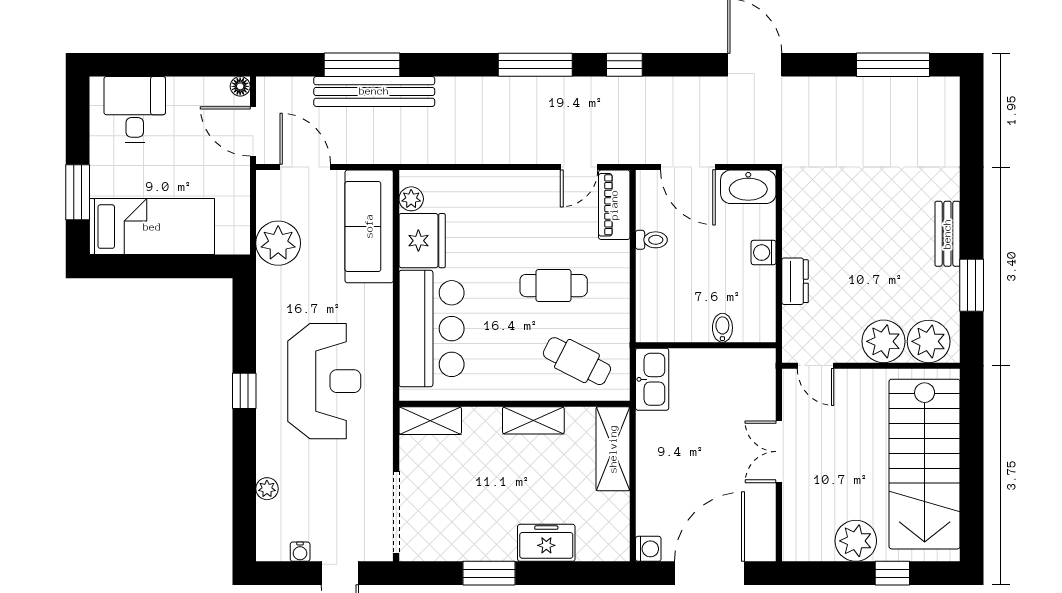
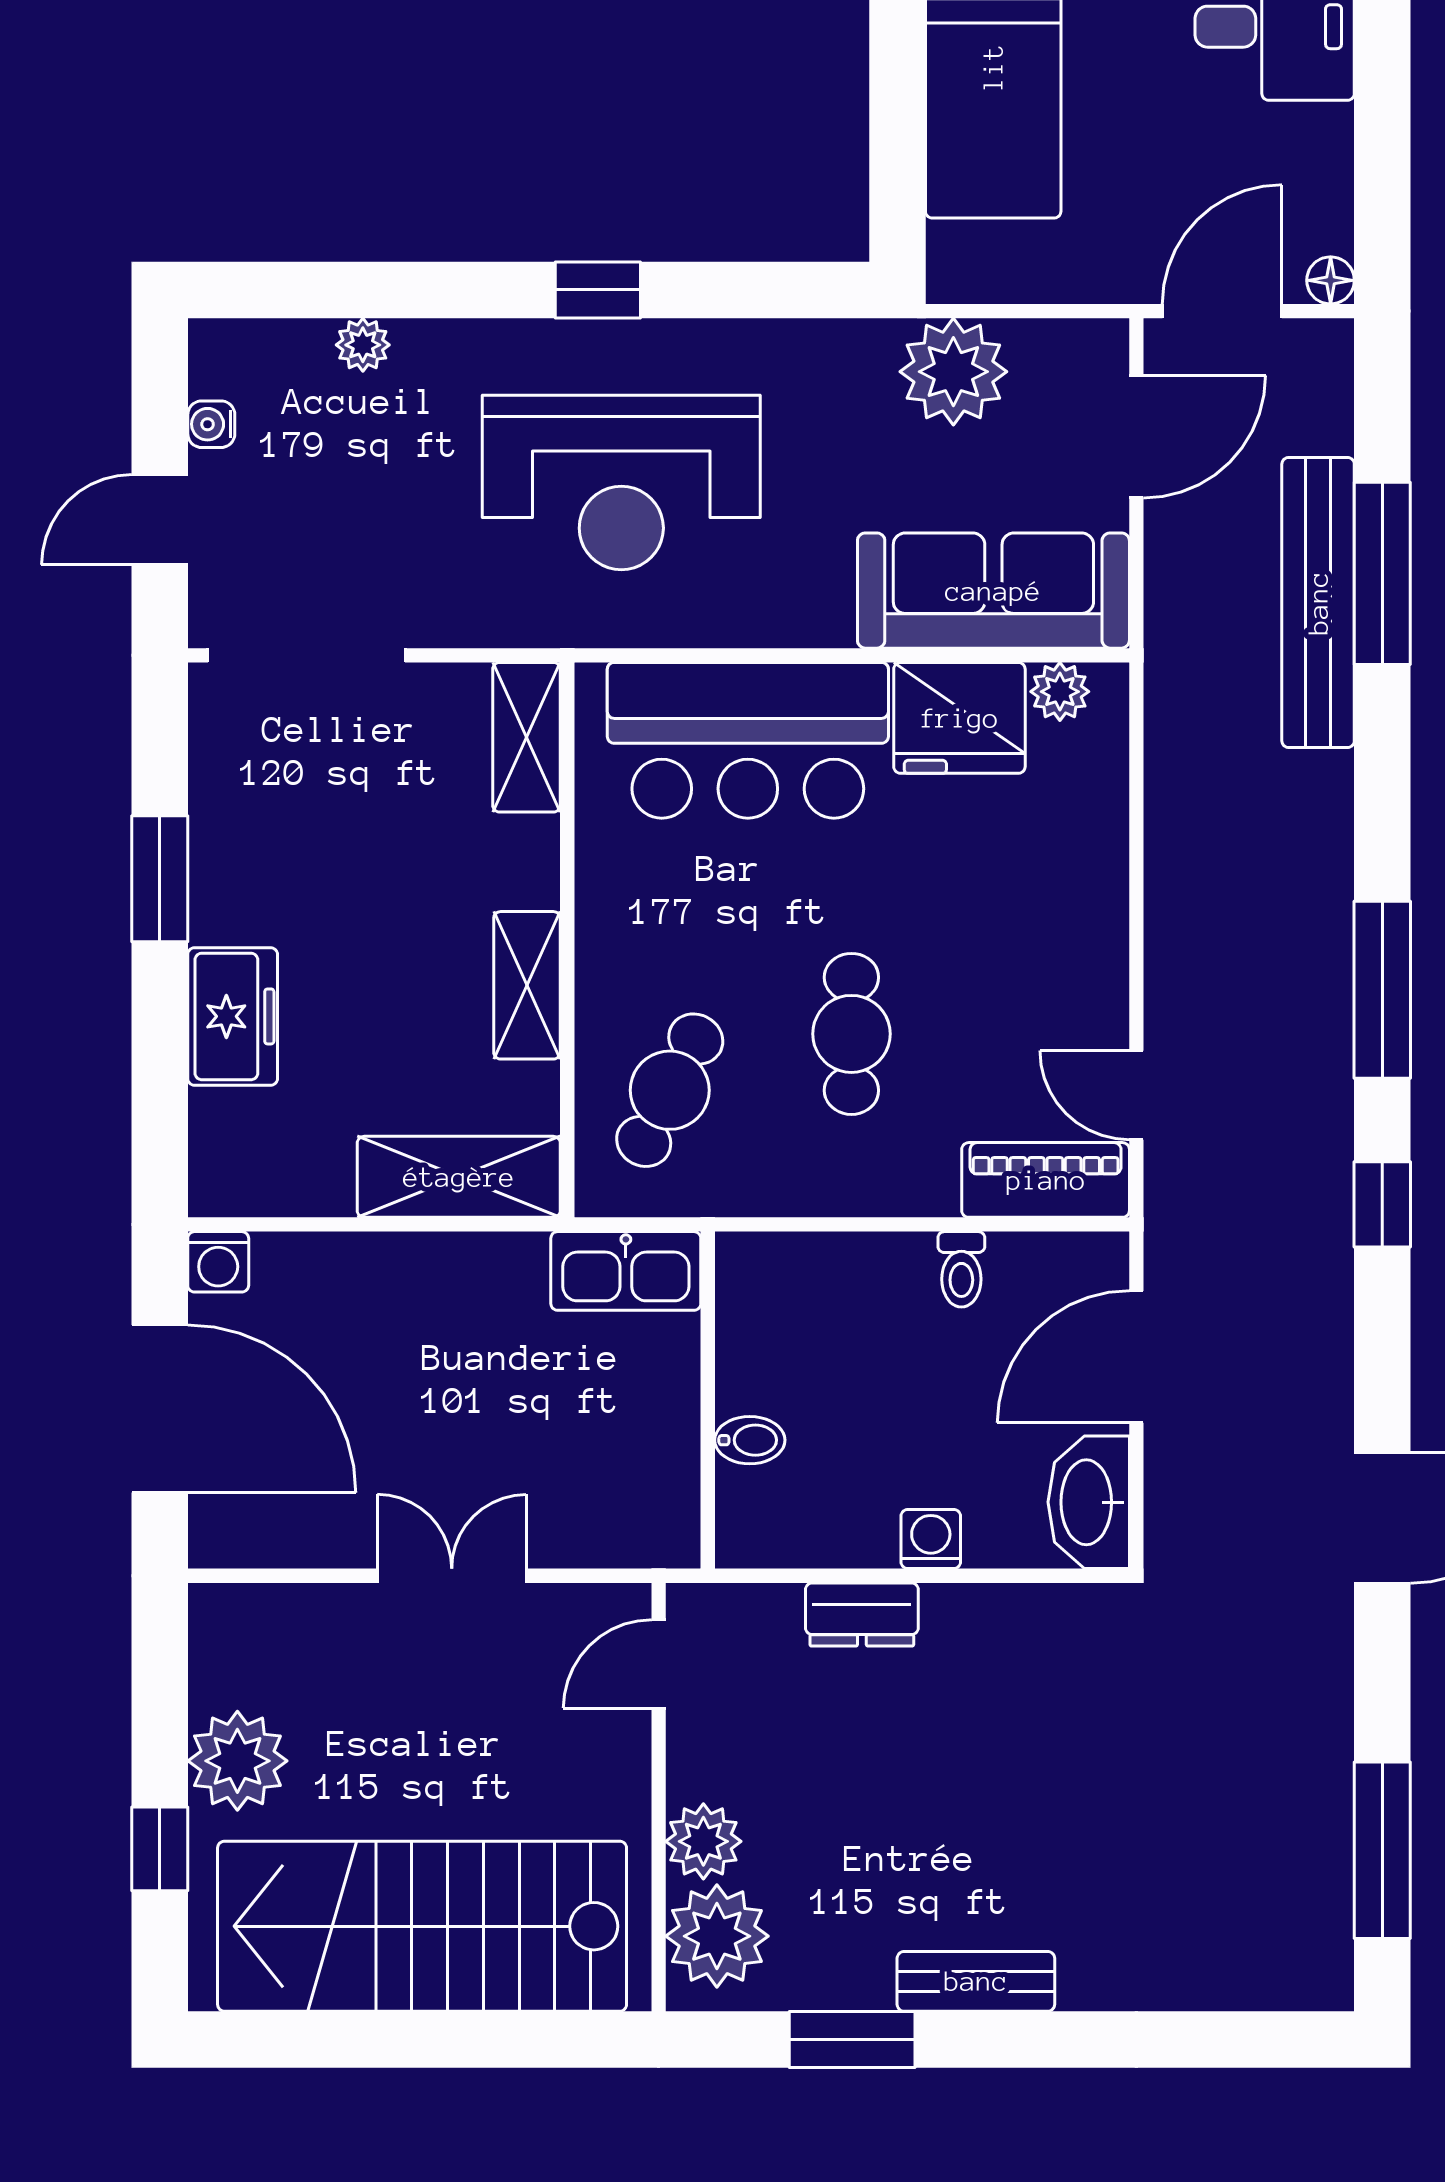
plant: (884, 341) -> (703, 1841), width x0.73, depth x0.73

